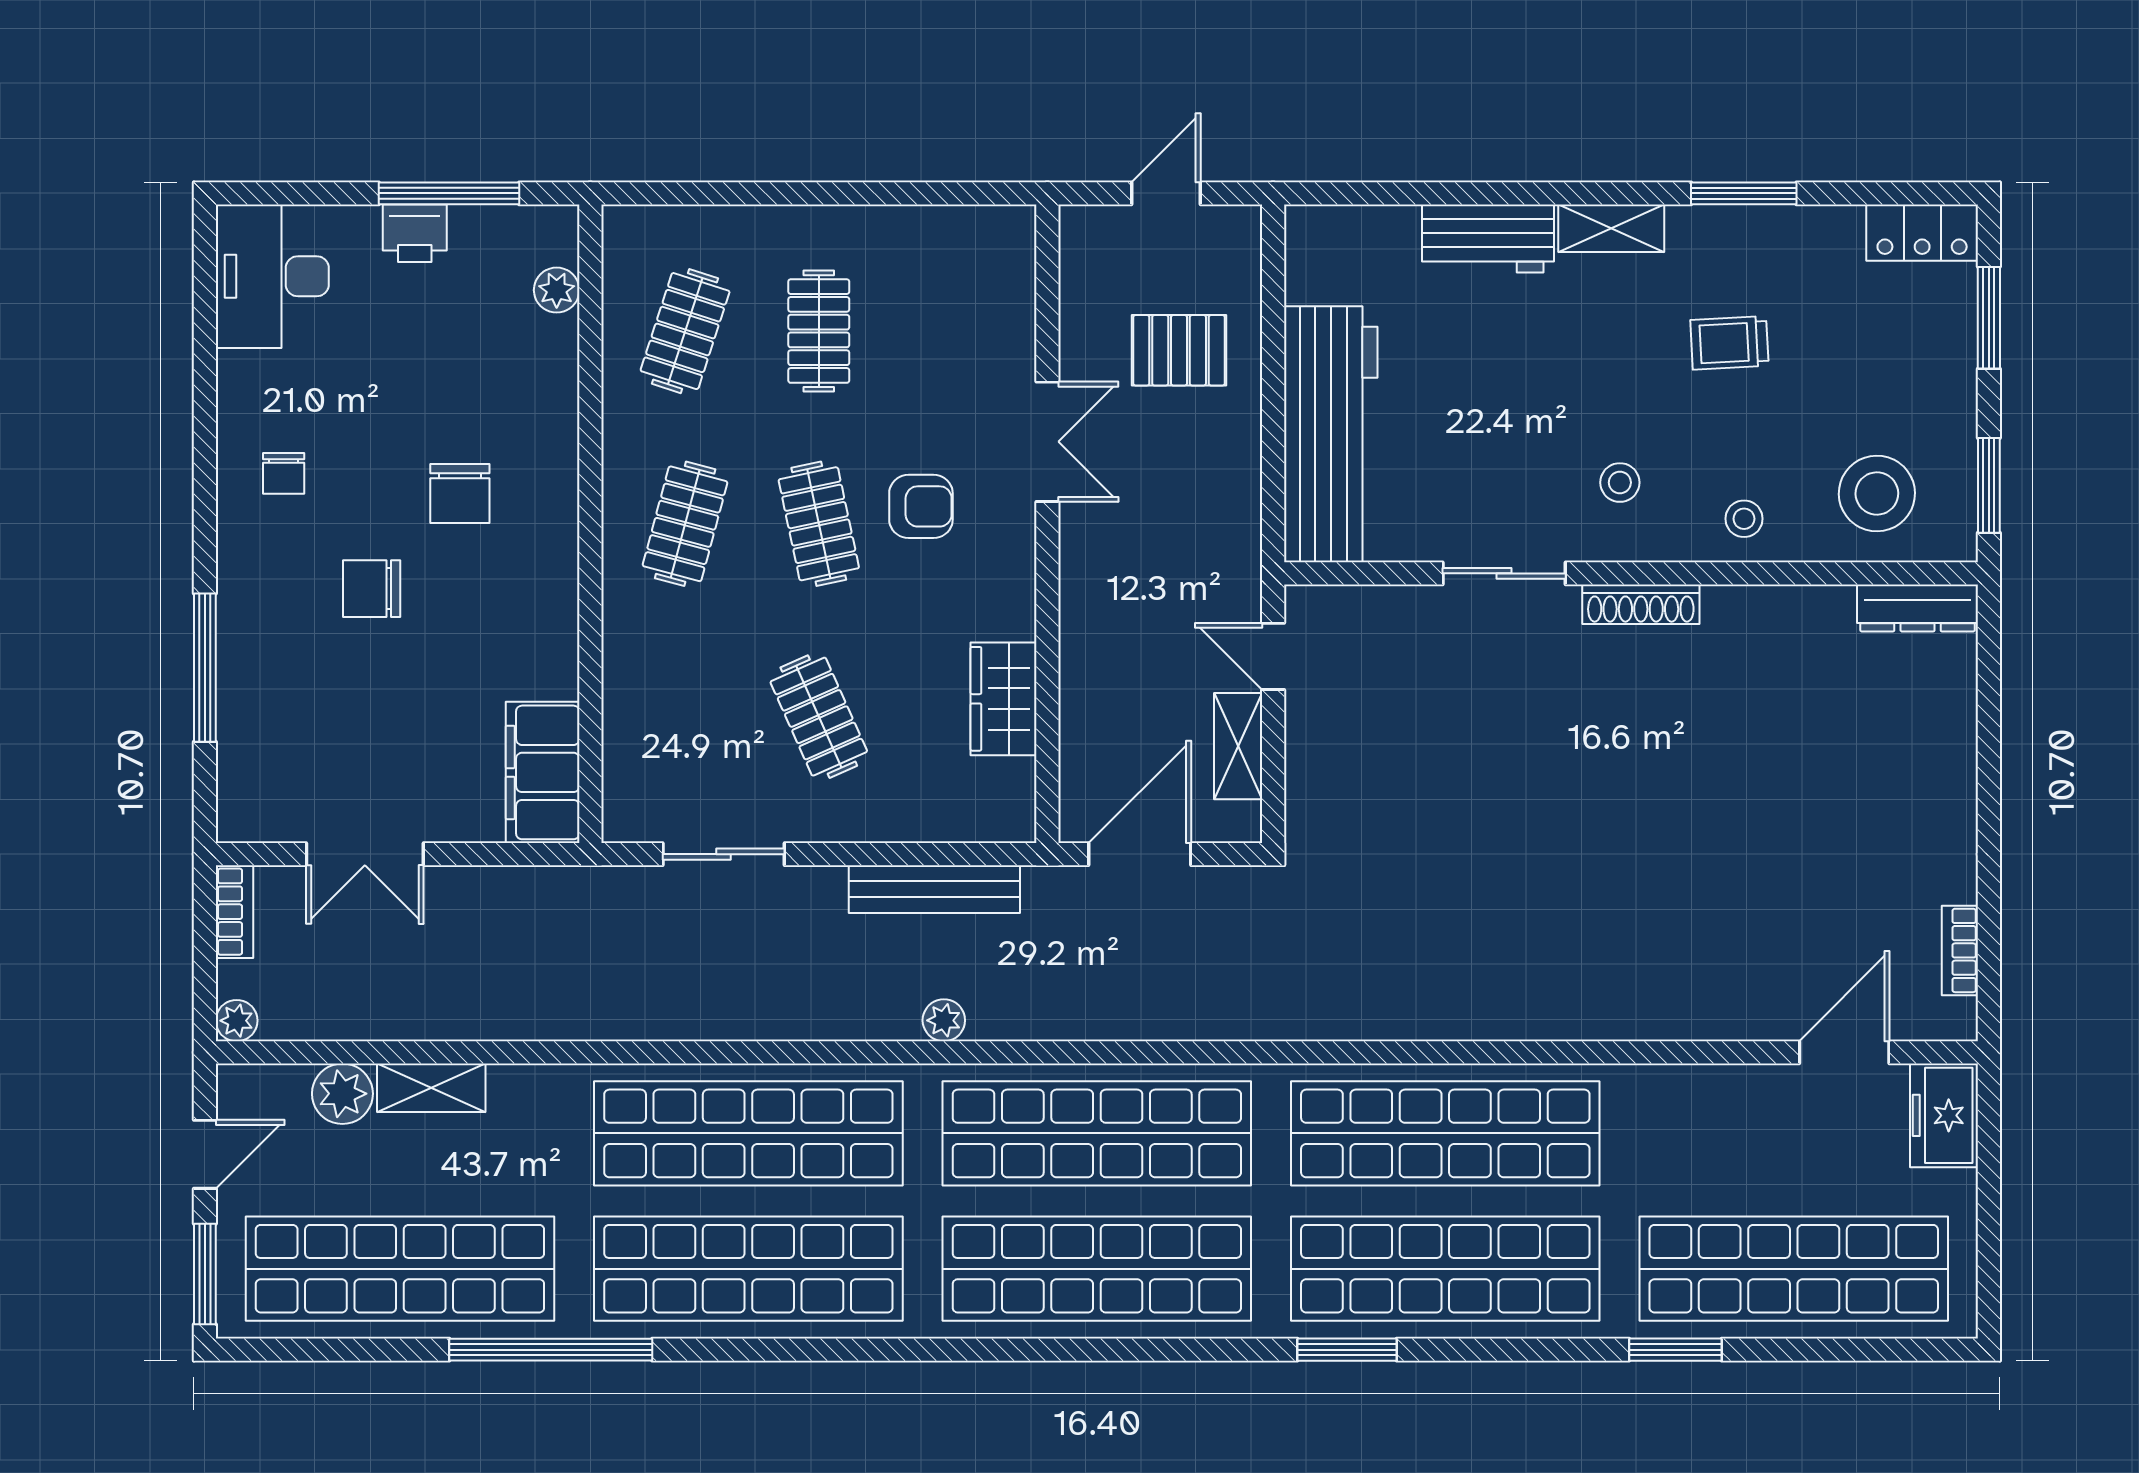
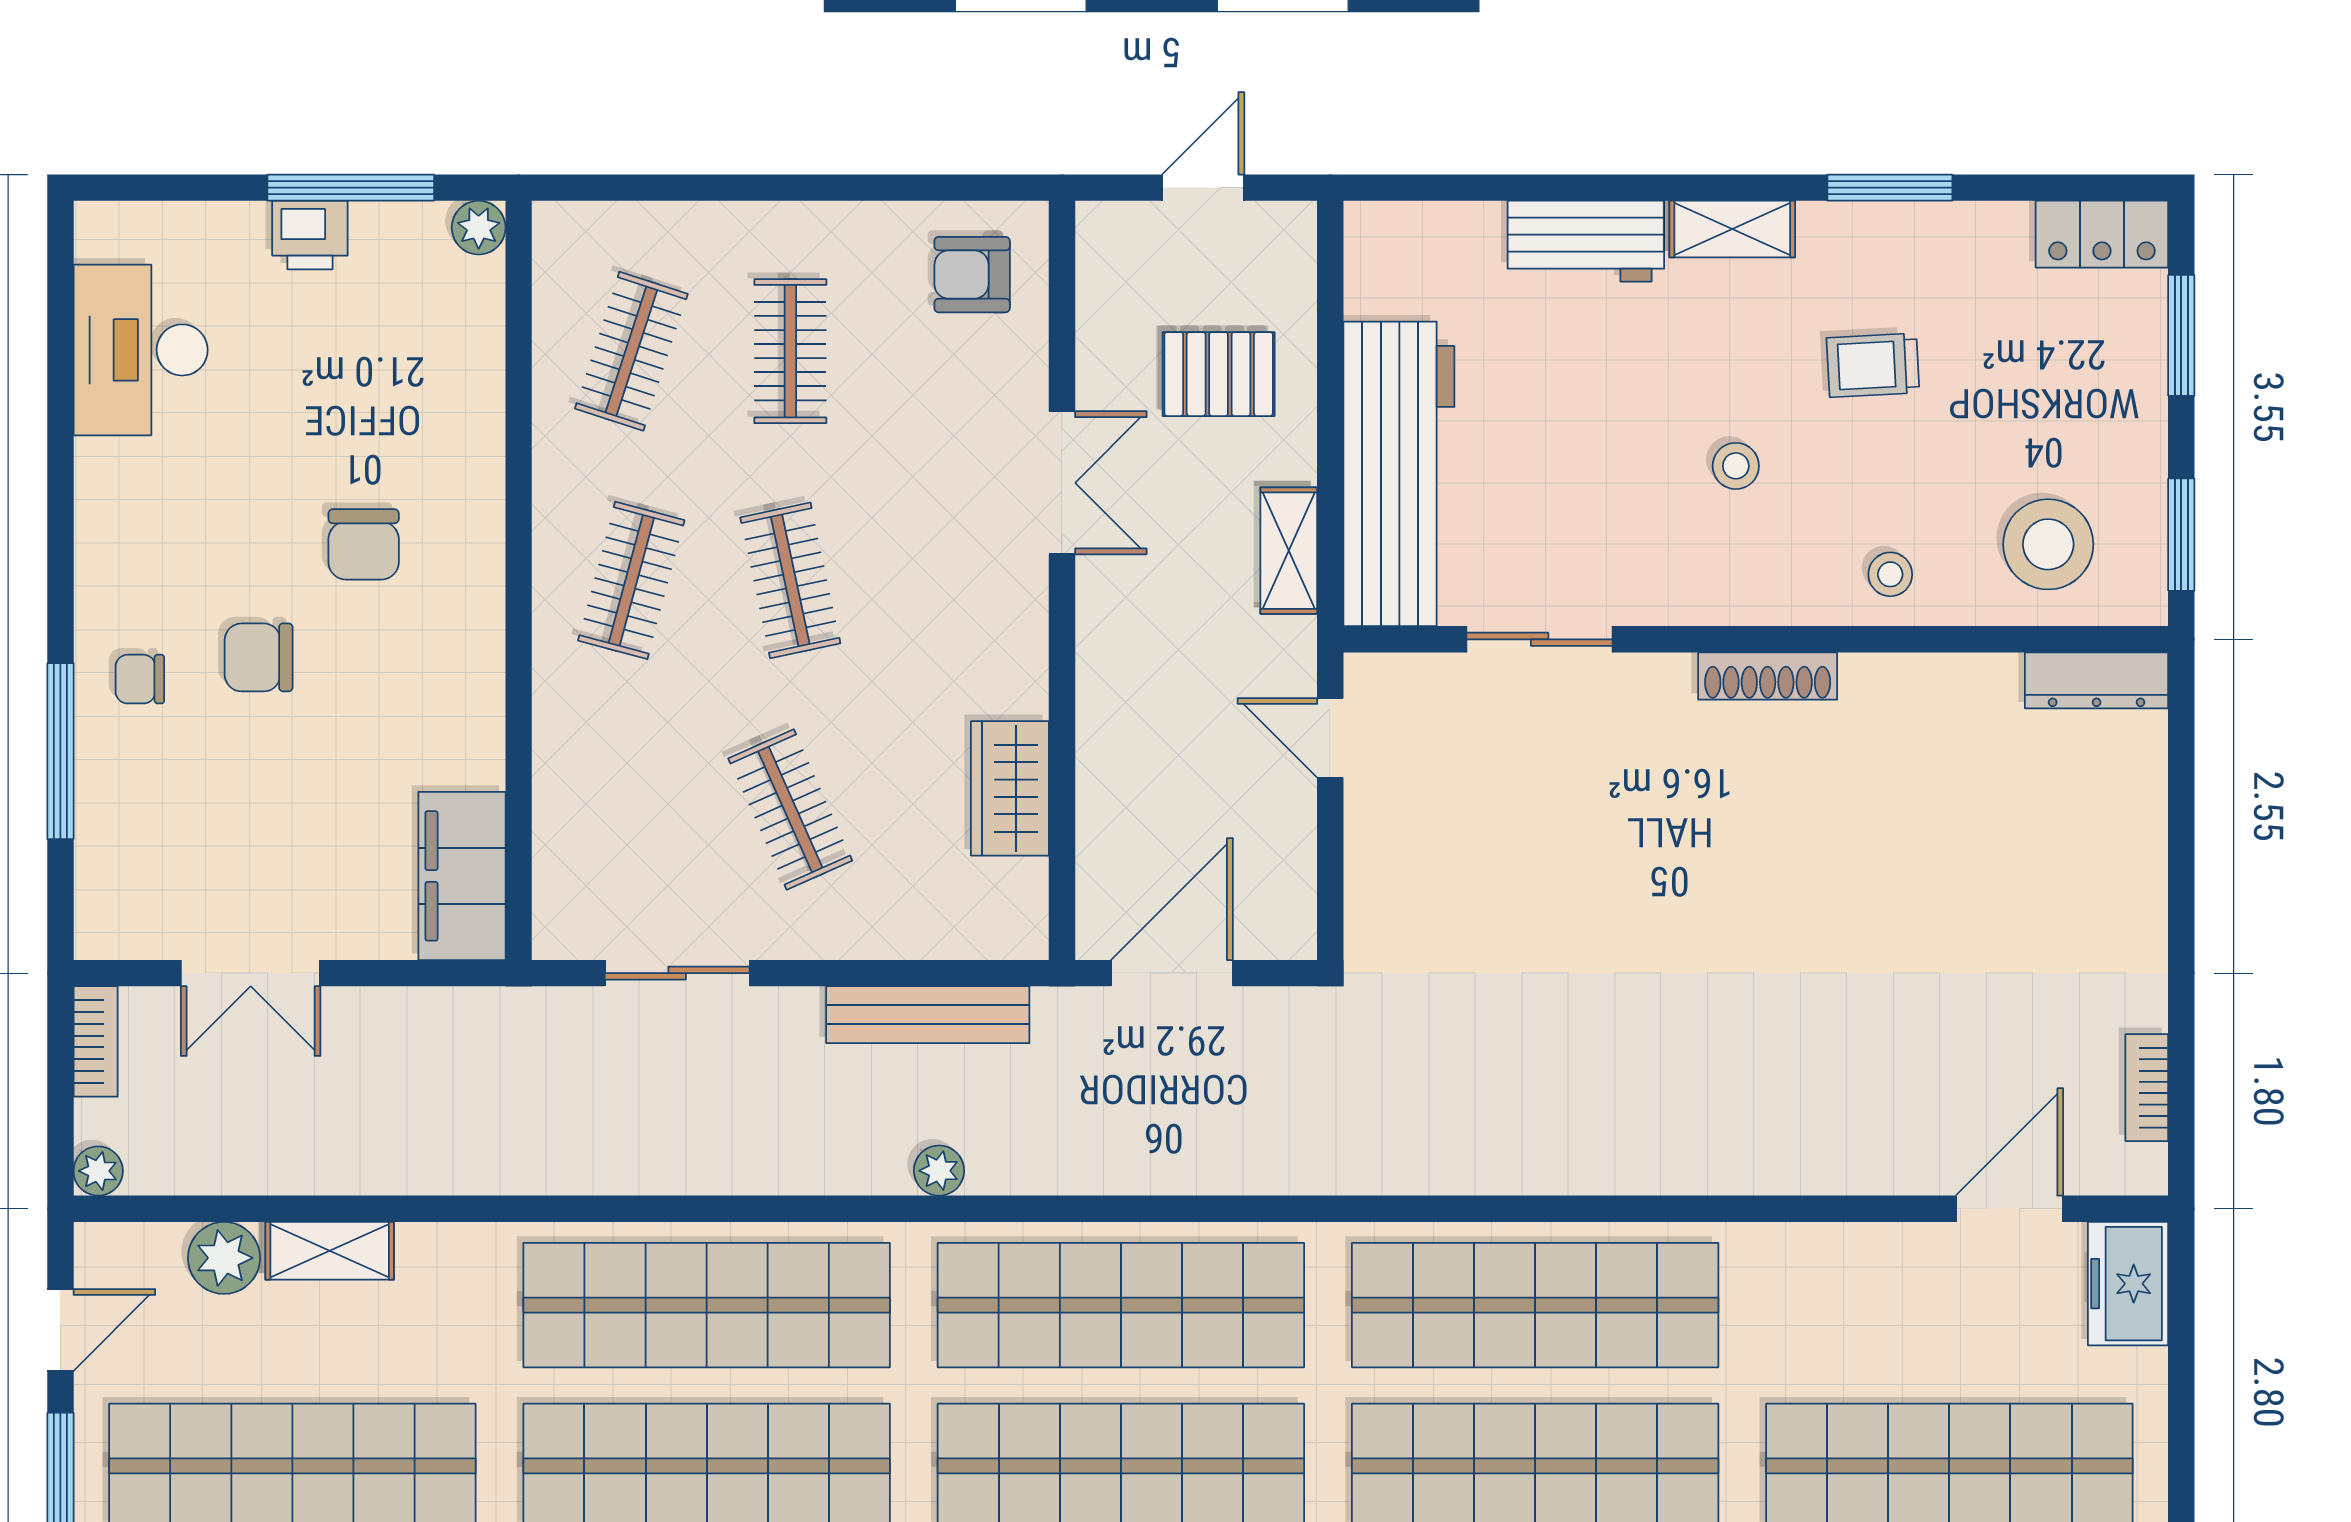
desk: (272, 276) -> (141, 350), moved
plant: (557, 290) -> (479, 228), moved
chair: (284, 473) -> (140, 679), moved, turned 90
stool: (1620, 483) -> (1736, 466), moved
armchair: (921, 506) -> (972, 275), moved, turned 180
sliding door: (1504, 573) -> (1540, 639), moved
shelving: (1238, 746) -> (1289, 551), moved

